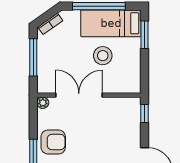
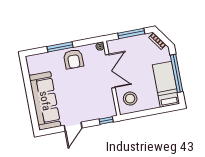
window: (145, 35) -> (162, 110), removed
stool: (103, 56) -> (130, 99), moved

